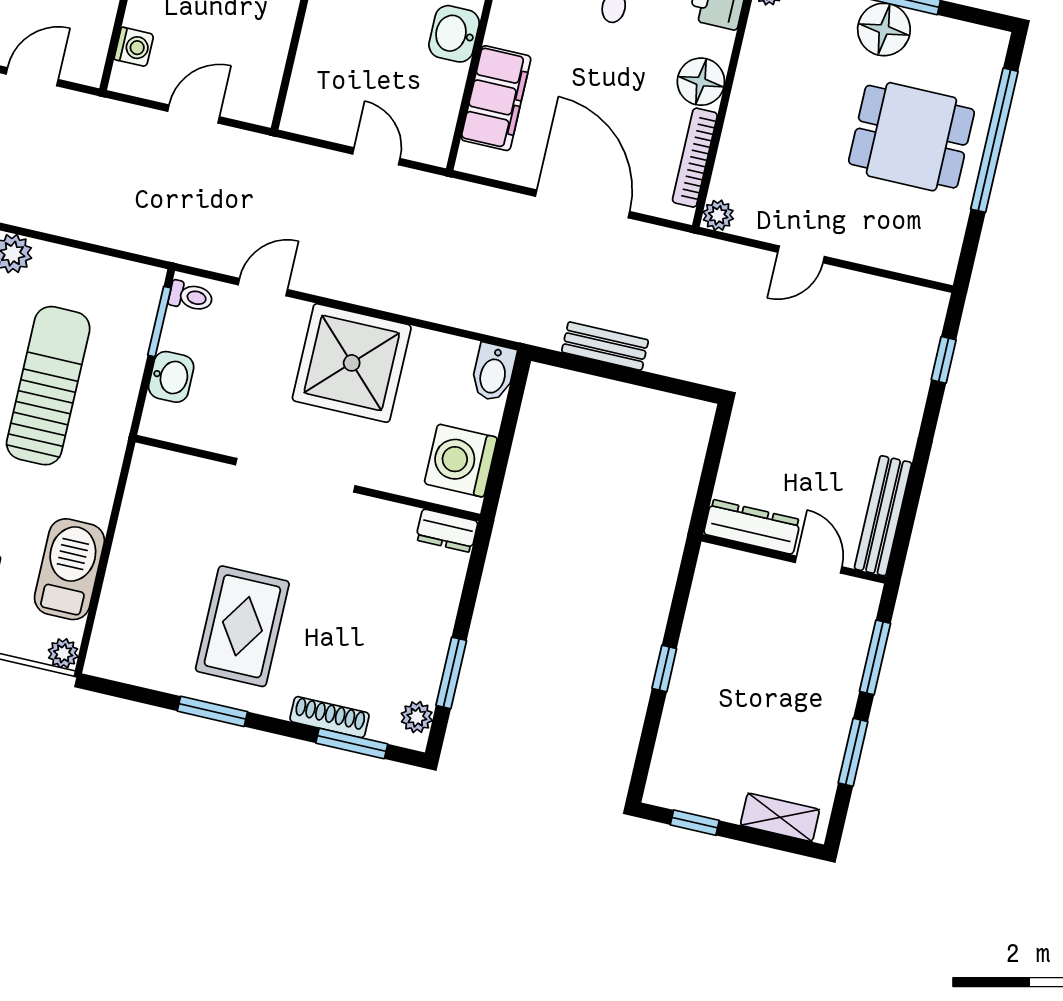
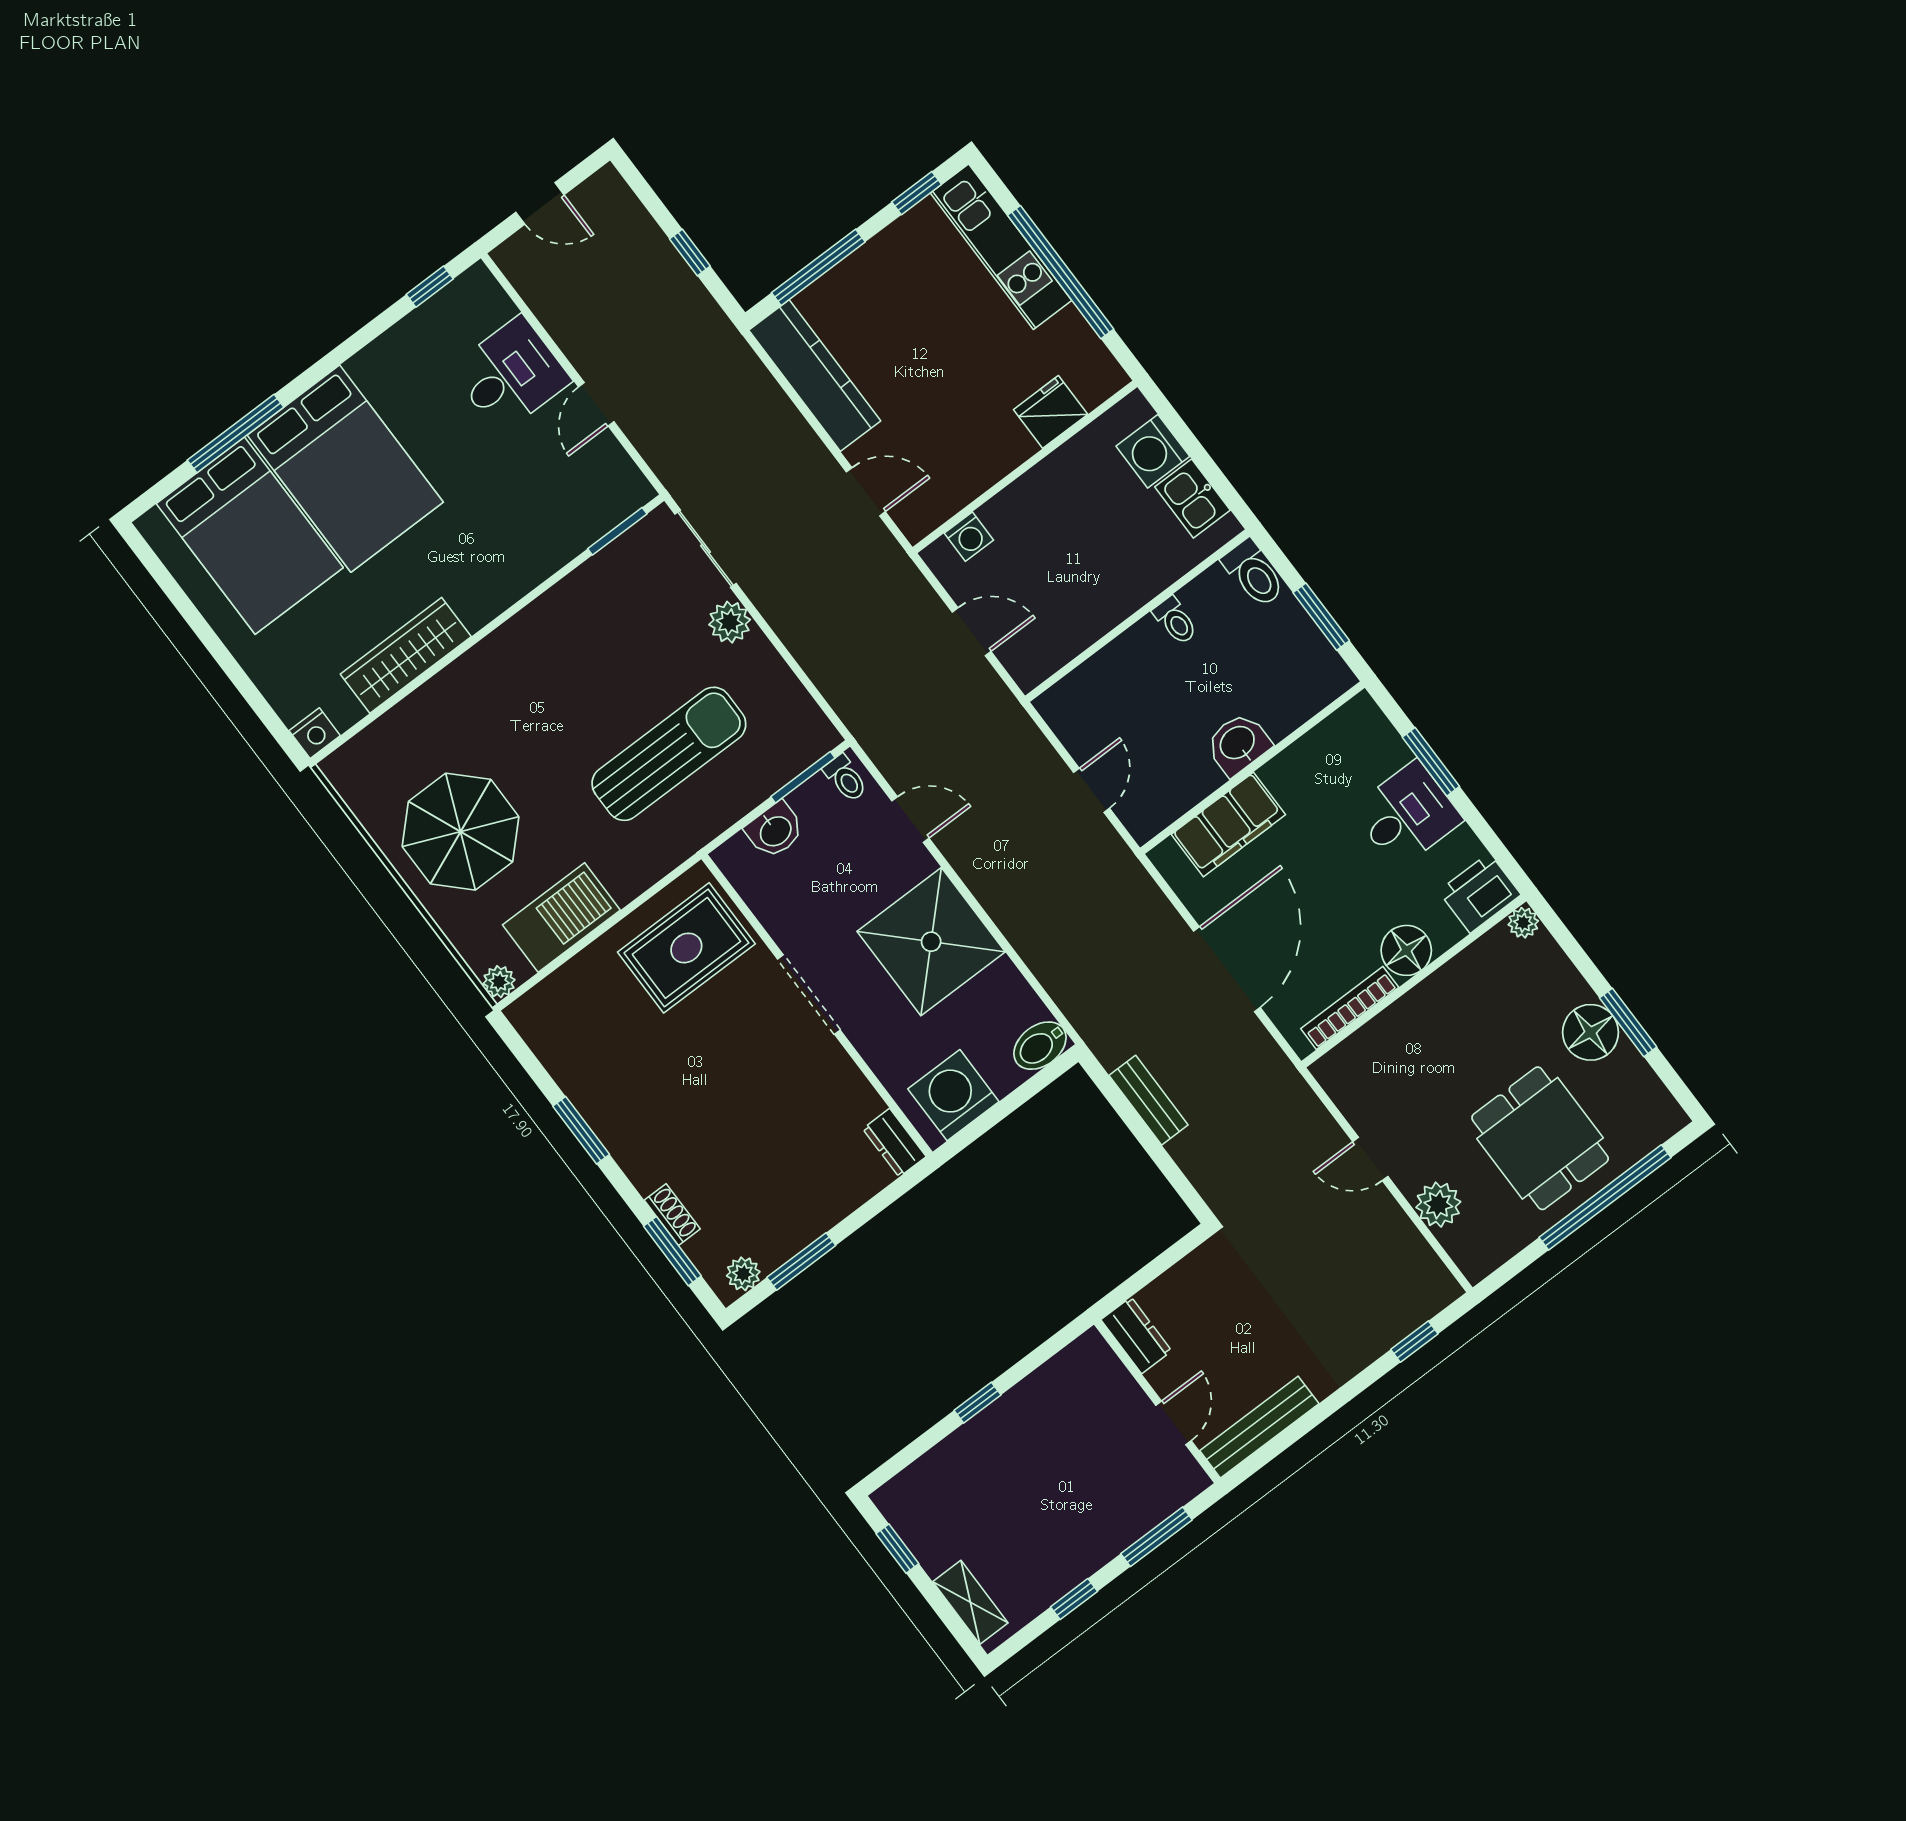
plant: (718, 215) -> (1438, 1205), moved, width x1.38, depth x1.38
doorway: (295, 475) -> (809, 995), width x0.73
dresser: (752, 527) -> (1136, 1335), width x0.70
rug: (242, 626) -> (686, 948), moved
shoe rack: (329, 717) -> (672, 1215), width x0.70
window: (853, 752) -> (1074, 1599), width x0.67

